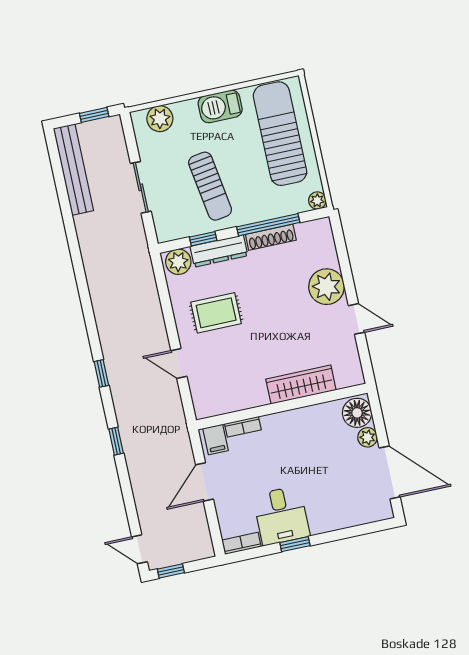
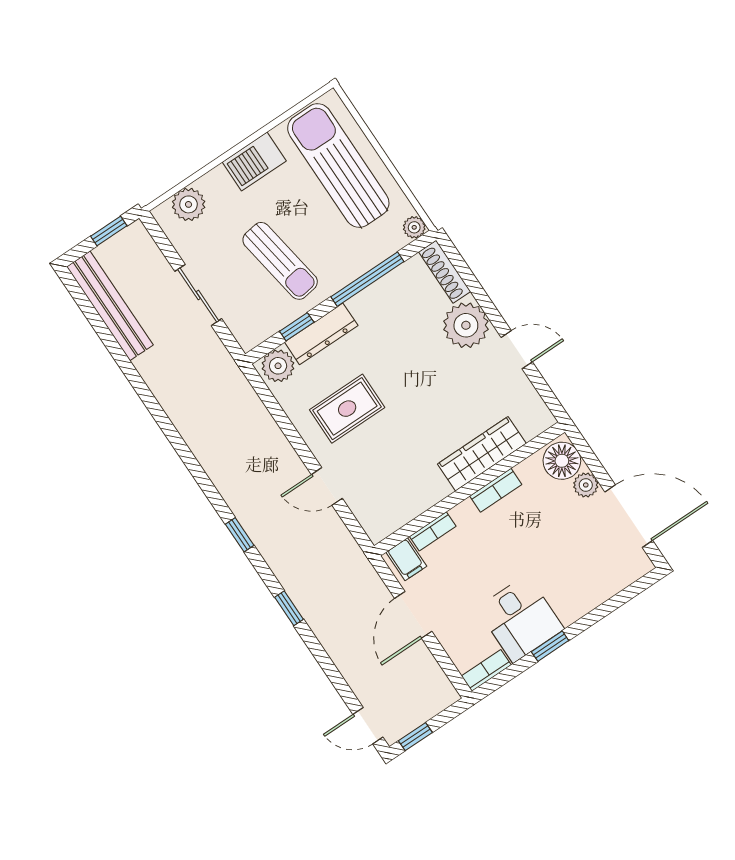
shoe rack: (271, 237) -> (445, 272), moved, turned 90
bookcase: (301, 415) -> (496, 490), added

